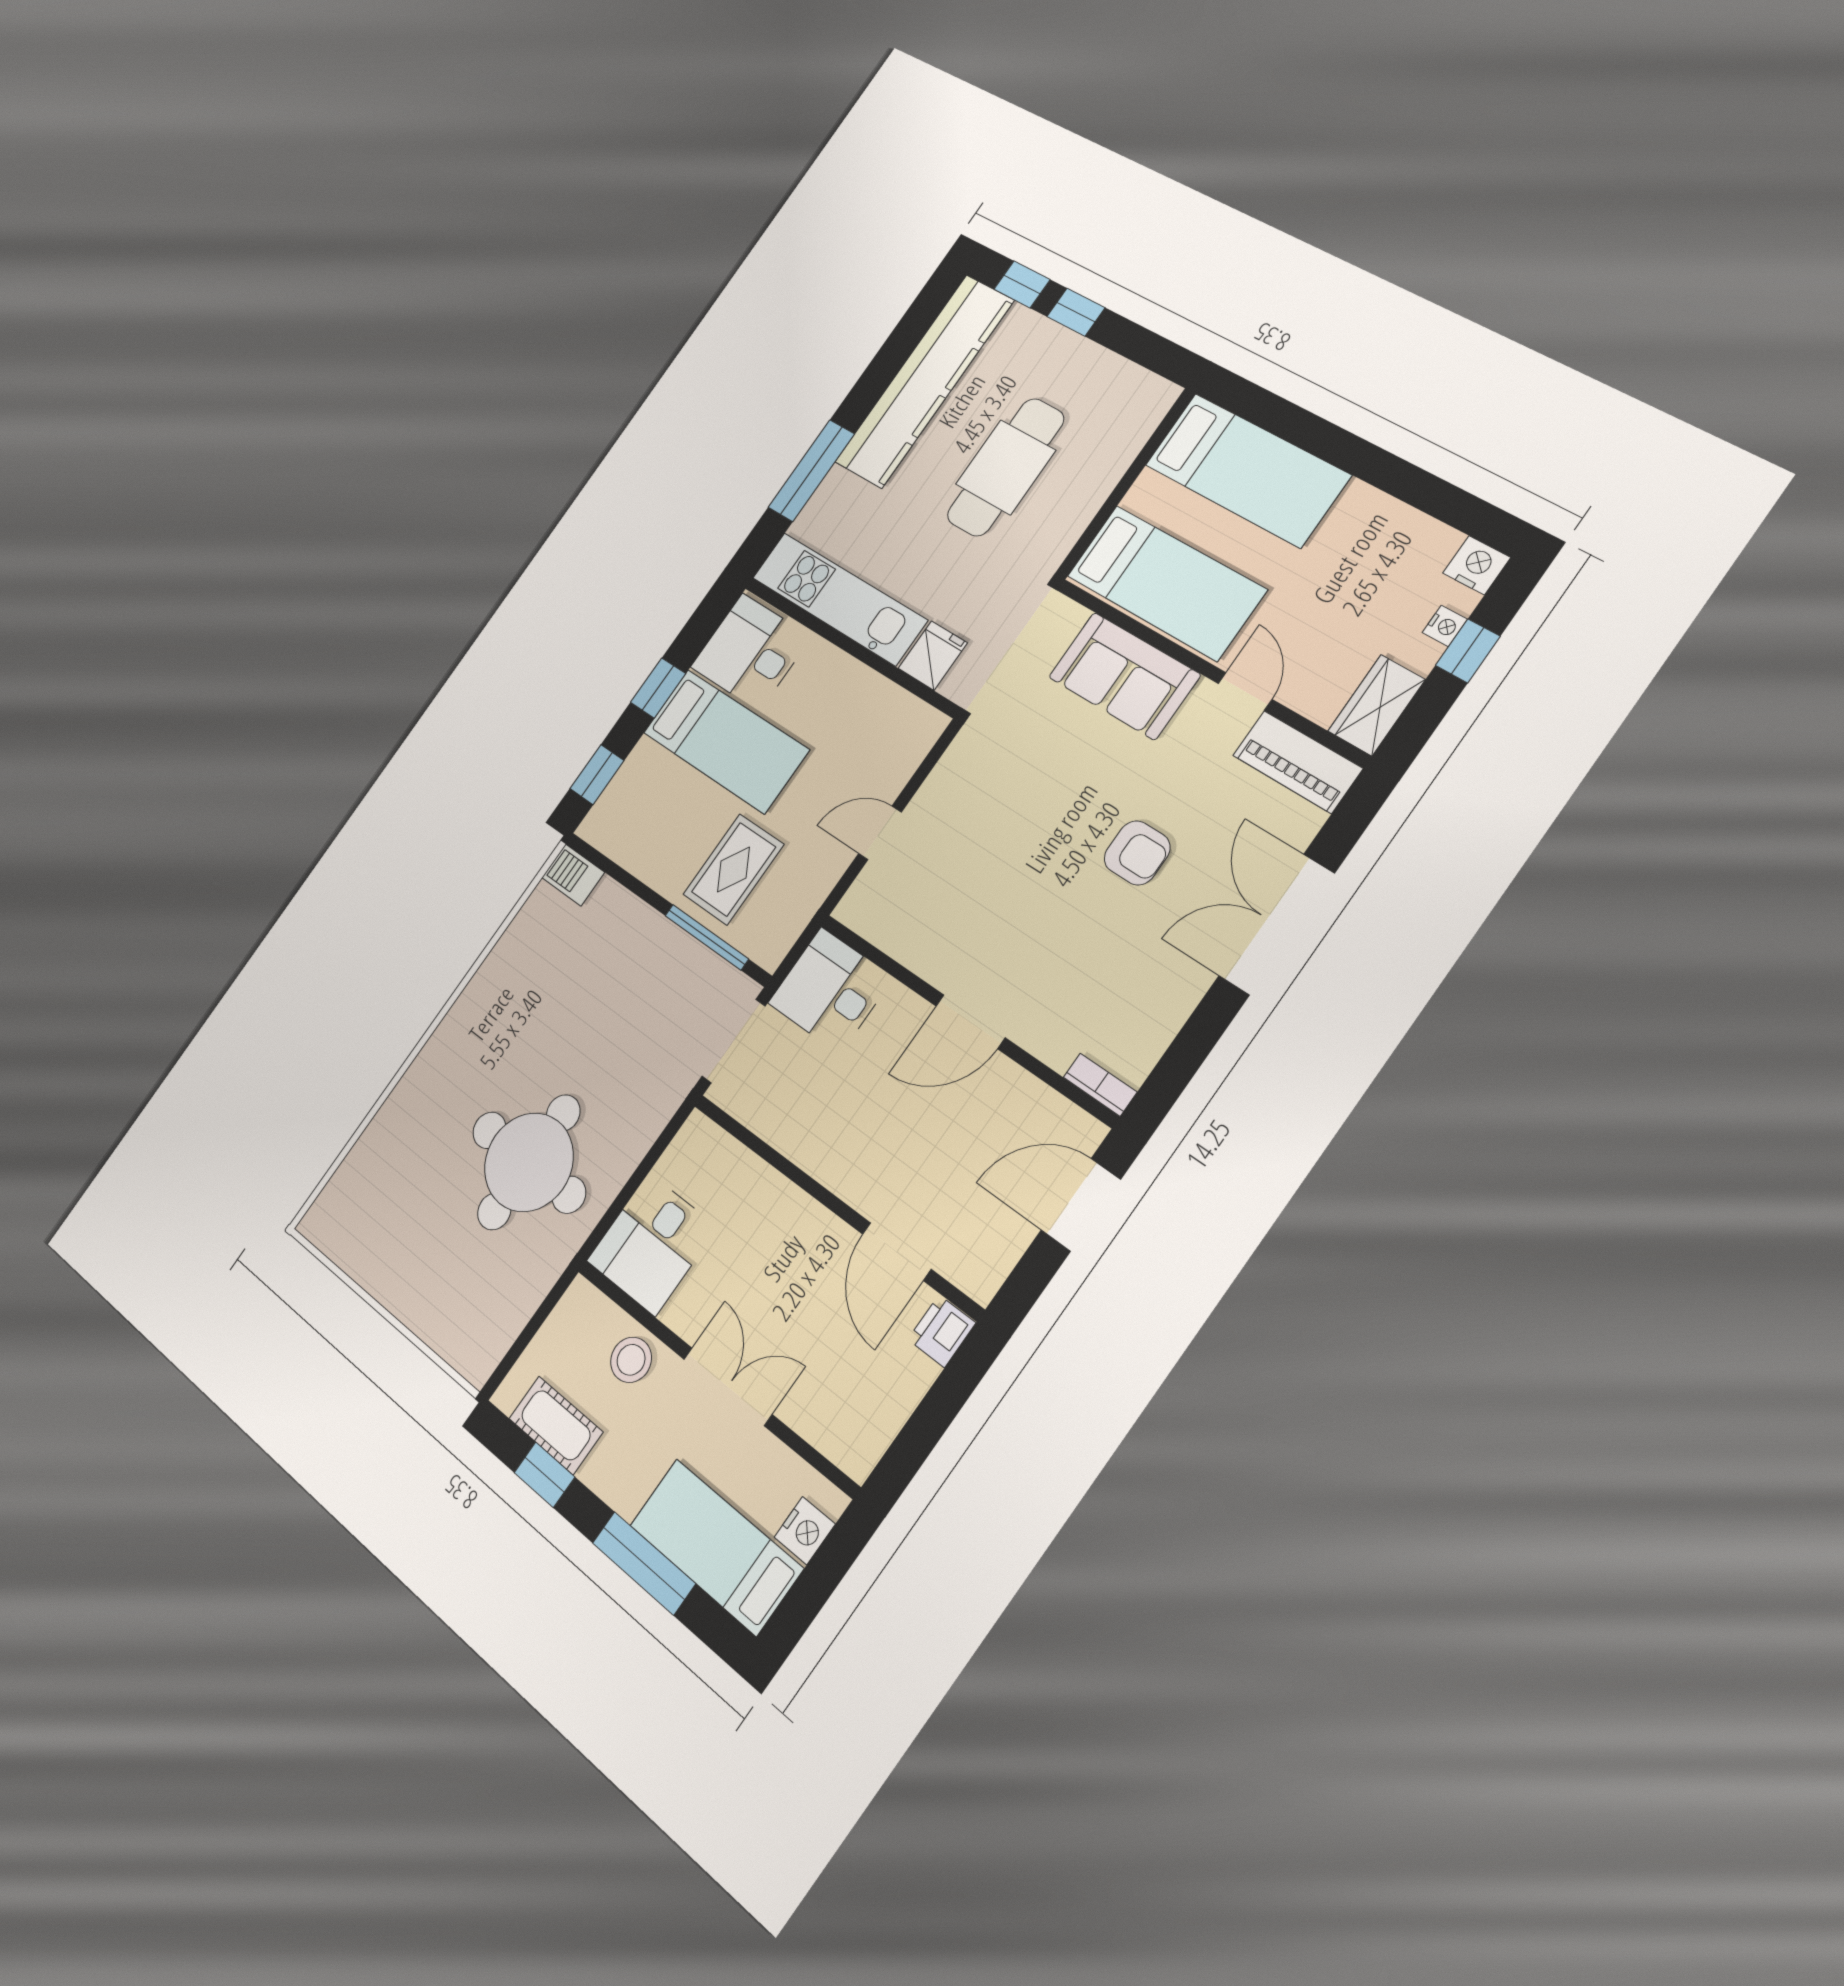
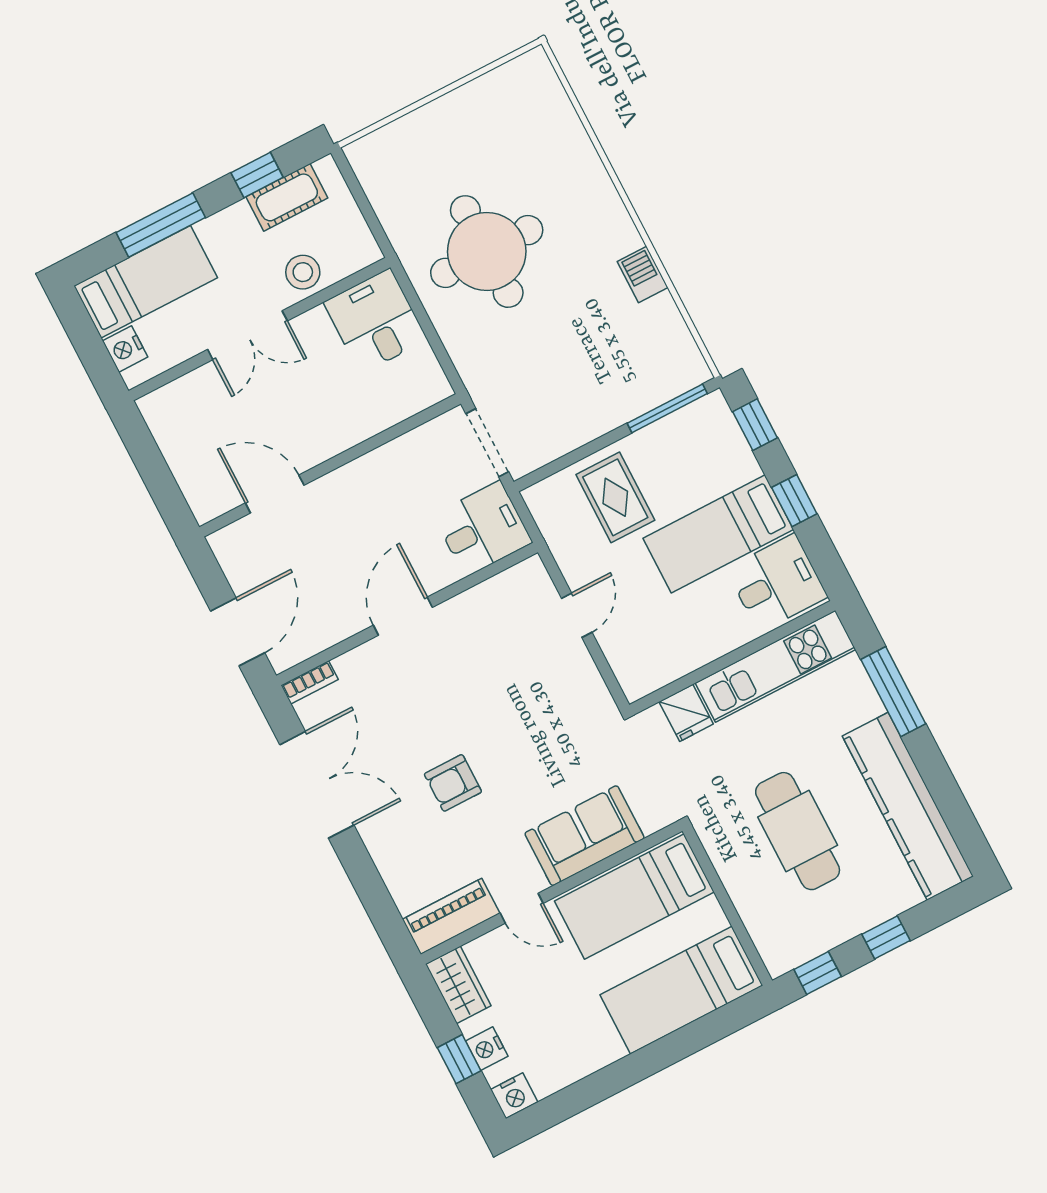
window: (1022, 284) -> (818, 973), moved
nightstand: (1445, 626) -> (487, 1049), width x1.39, depth x1.35
barbecue: (573, 875) -> (643, 275), moved, turned -90
double door: (1277, 925) -> (317, 785), moved
window: (707, 937) -> (667, 408), moved
printer: (942, 1331) -> (206, 501), removed

